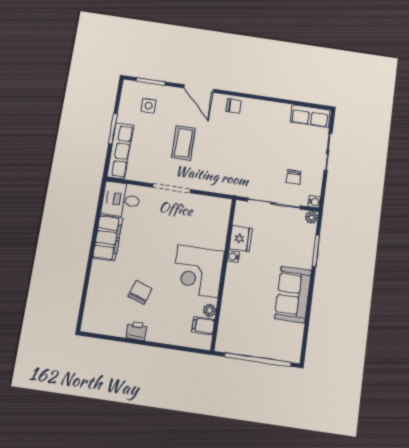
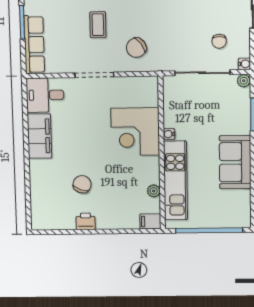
coffee table: (183, 143) -> (98, 25), width x0.73, depth x0.77
chair: (216, 170) -> (136, 48), added
fridge: (241, 239) -> (174, 115), removed
corner desk: (198, 271) -> (135, 132), moved
kitchen unit: (232, 303) -> (175, 181), added
filing cabinet: (203, 326) -> (150, 221), moved

